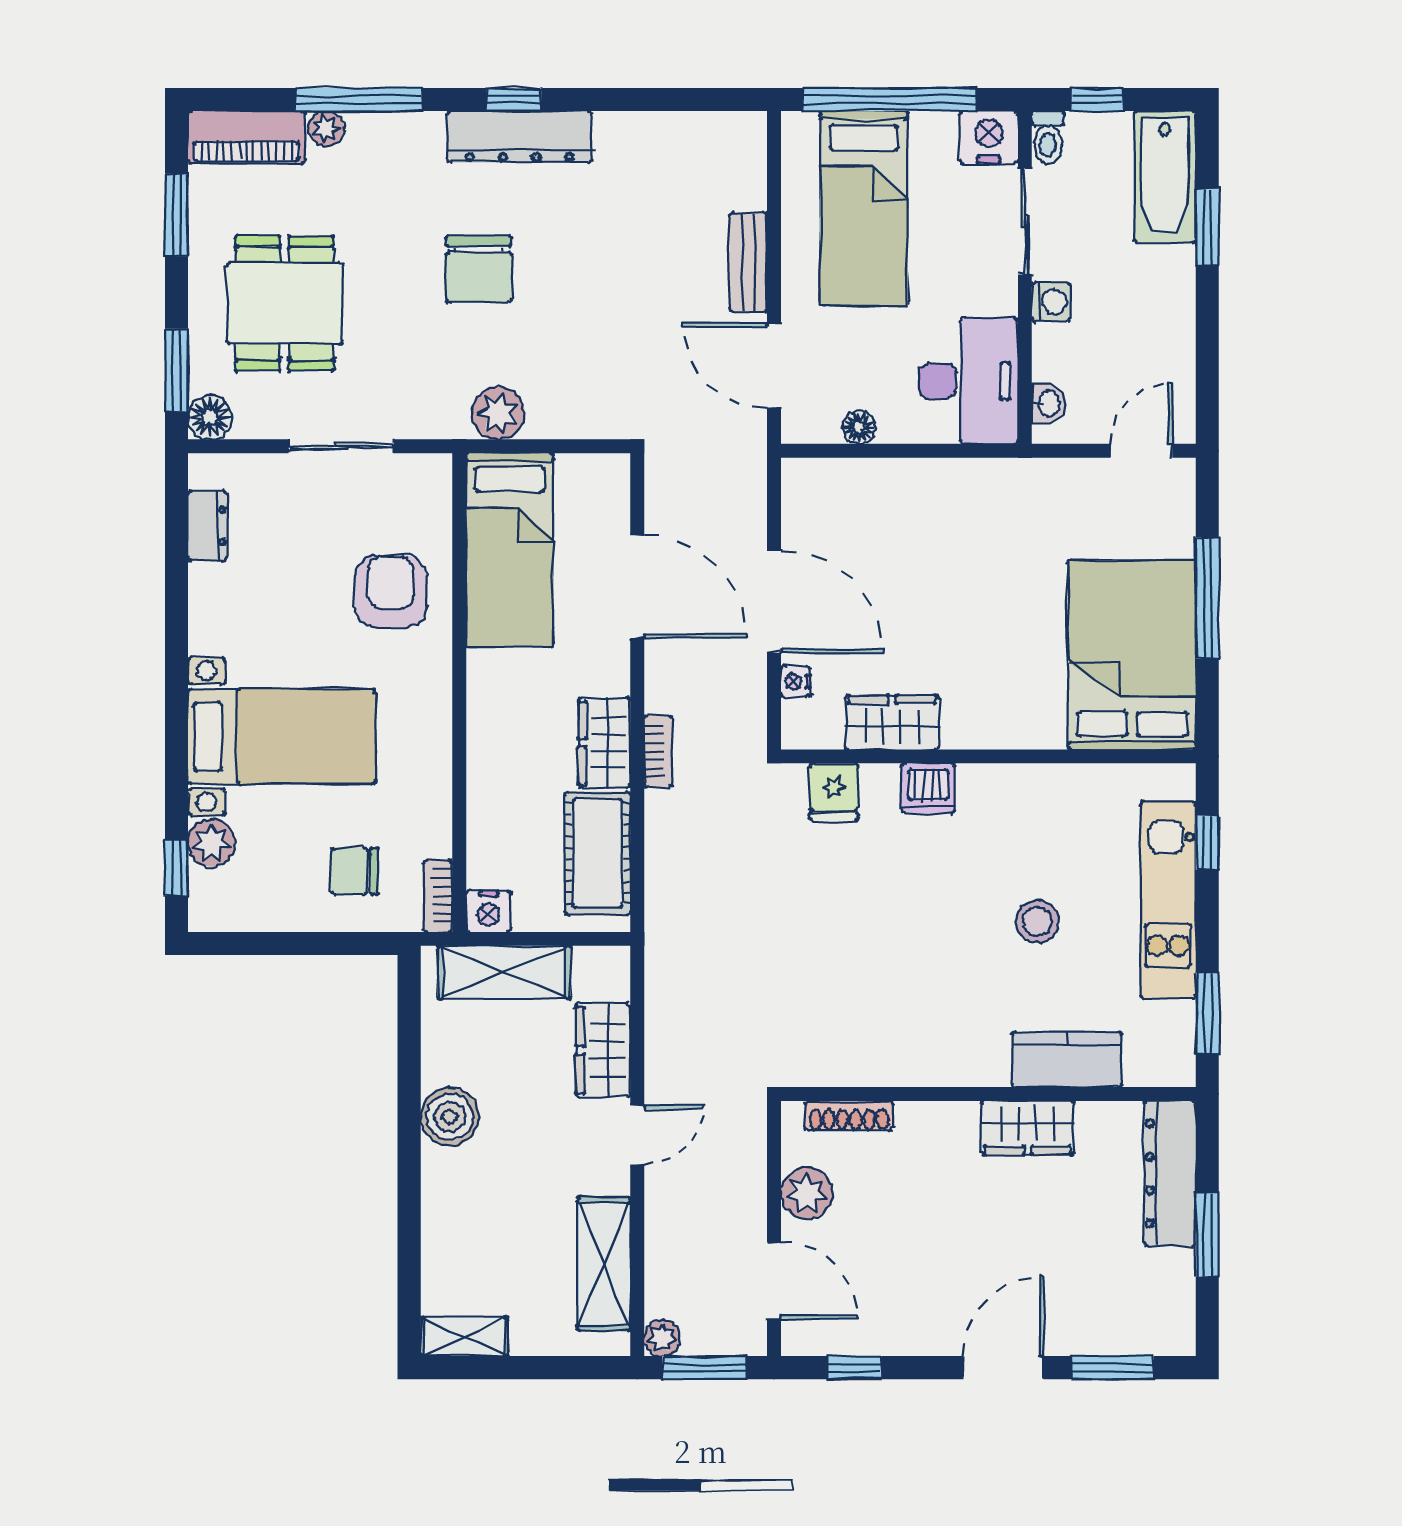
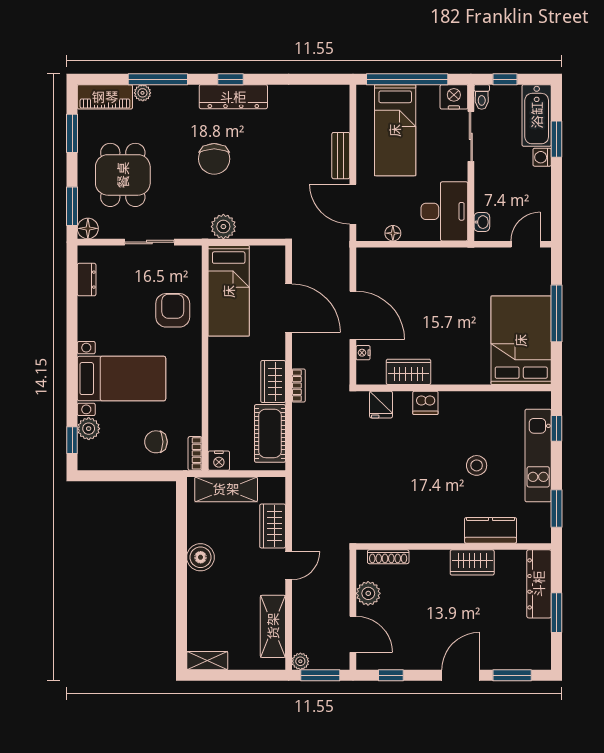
washing machine: (1051, 302) -> (542, 157), moved, turned 180

